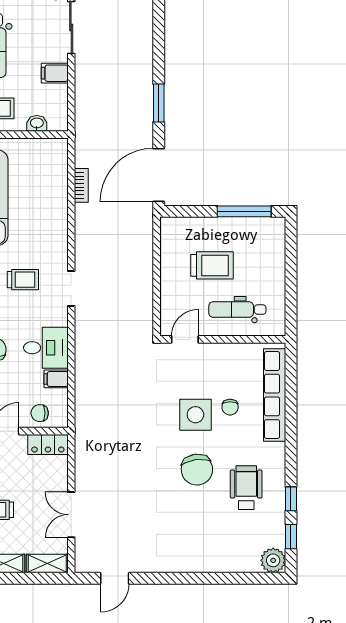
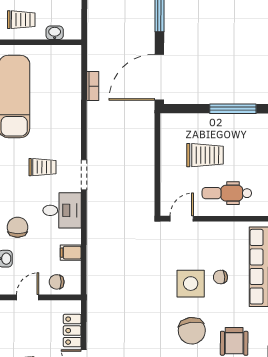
desk: (46, 348) -> (62, 210), moved
chair: (230, 407) -> (220, 277), turned 86
locker: (48, 444) -> (72, 331), moved, turned 90

